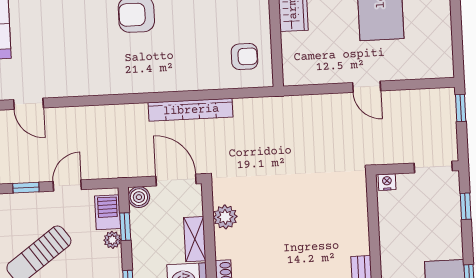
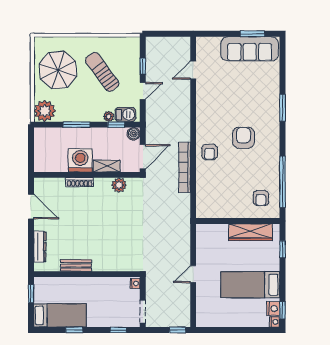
armchair: (244, 57) -> (210, 152), moved
door: (67, 185) -> (143, 91), hinge flipped

